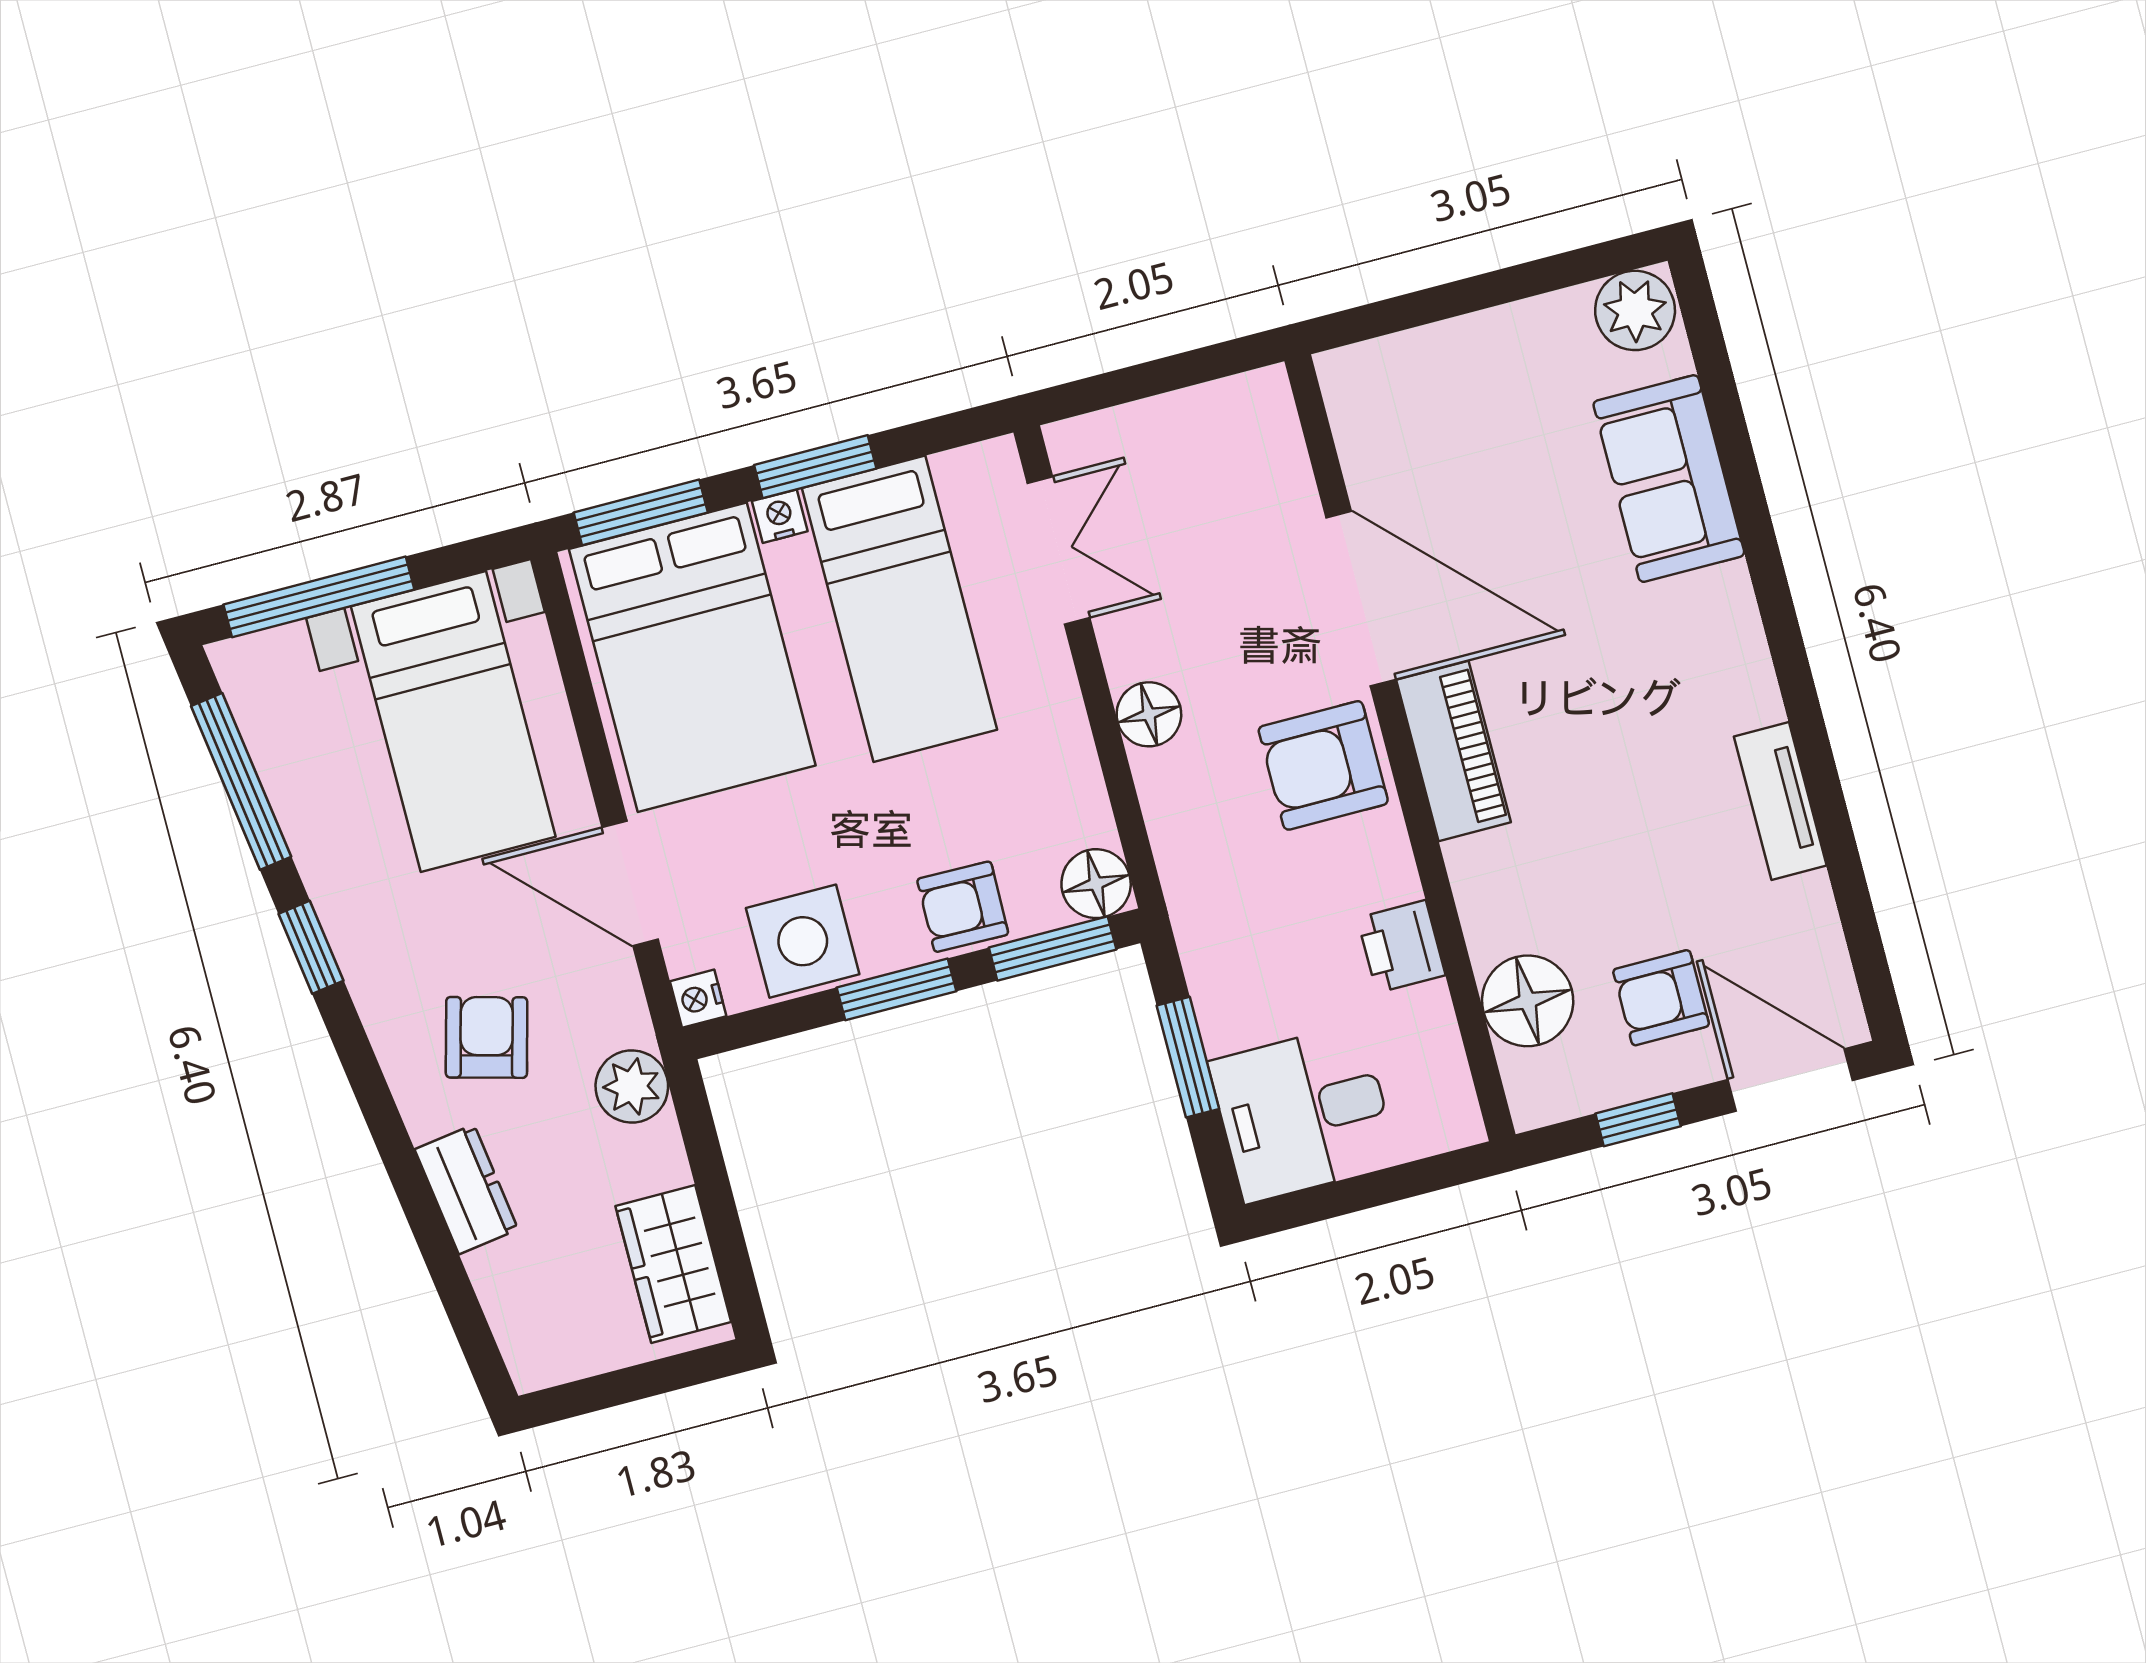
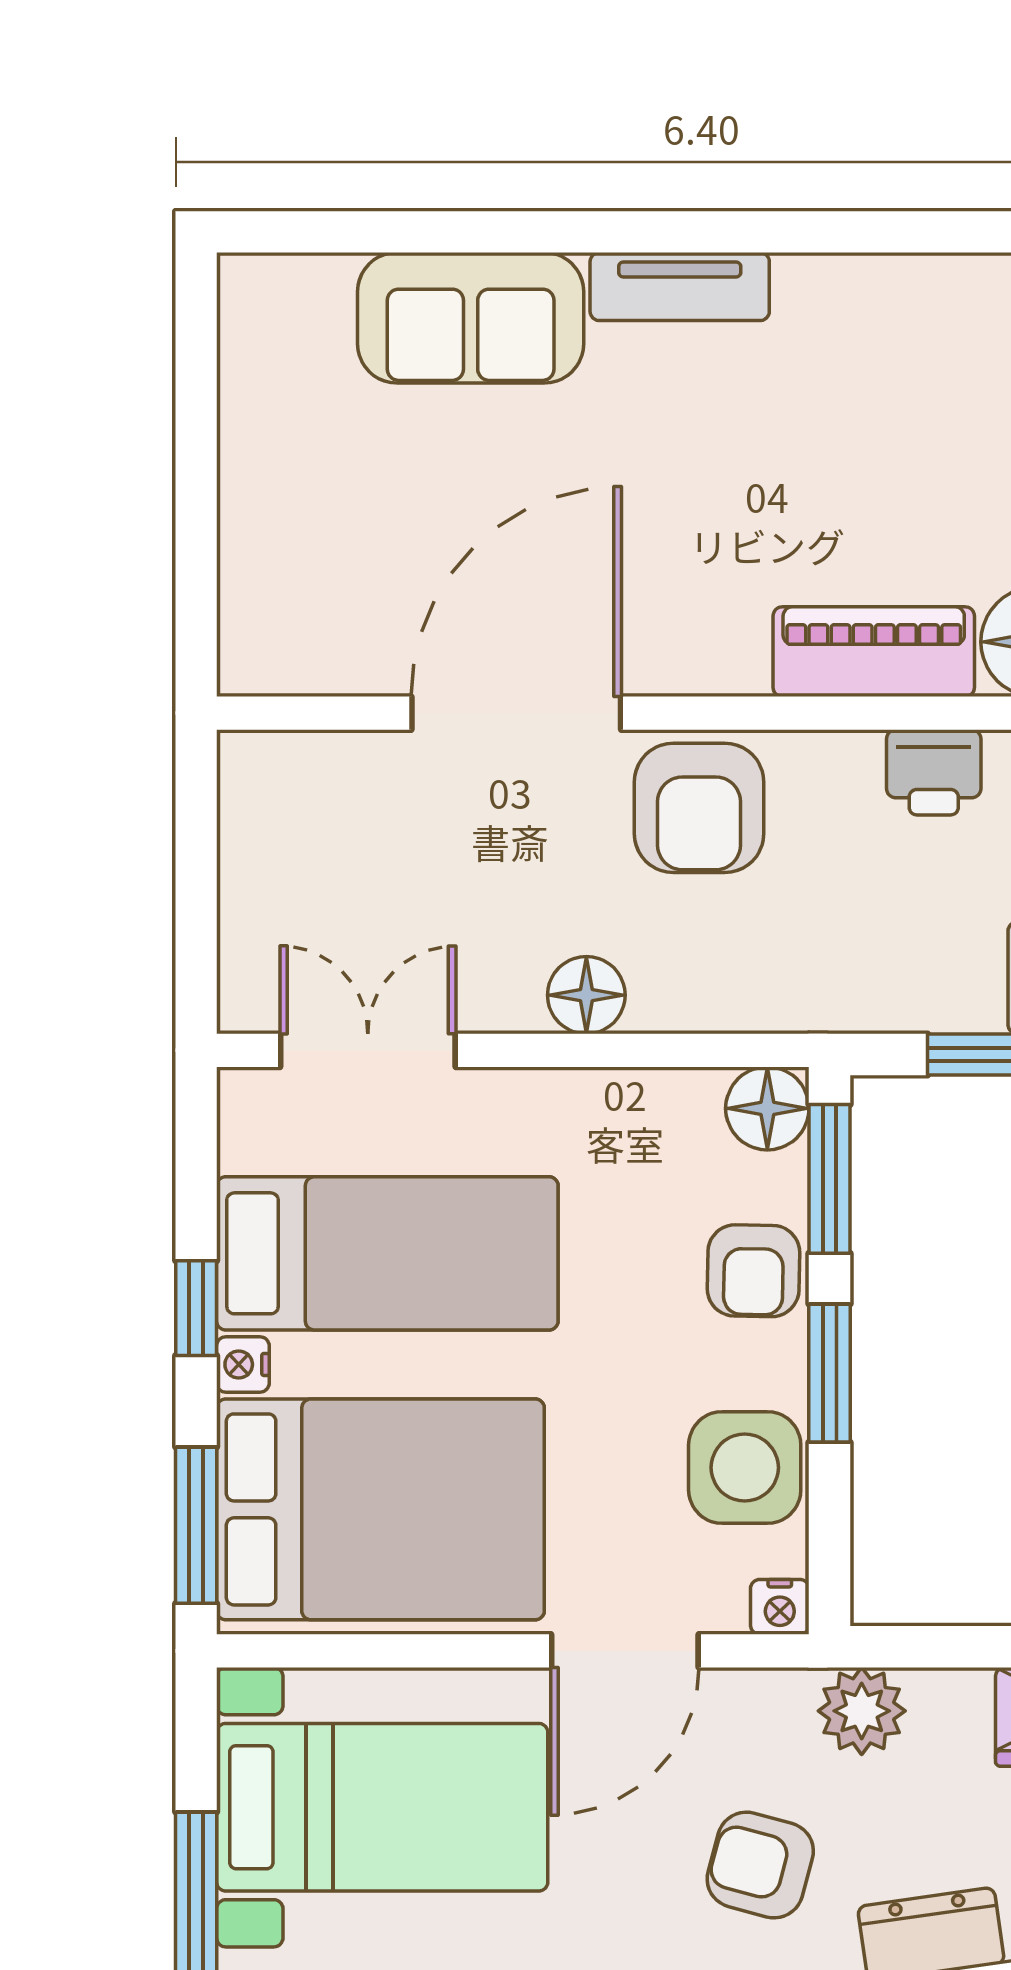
plant: (1635, 310) -> (265, 306), removed
window: (815, 467) -> (196, 1308), width x0.67
piano: (1454, 751) -> (874, 652), moved
tv unit: (1780, 801) -> (680, 287), moved

